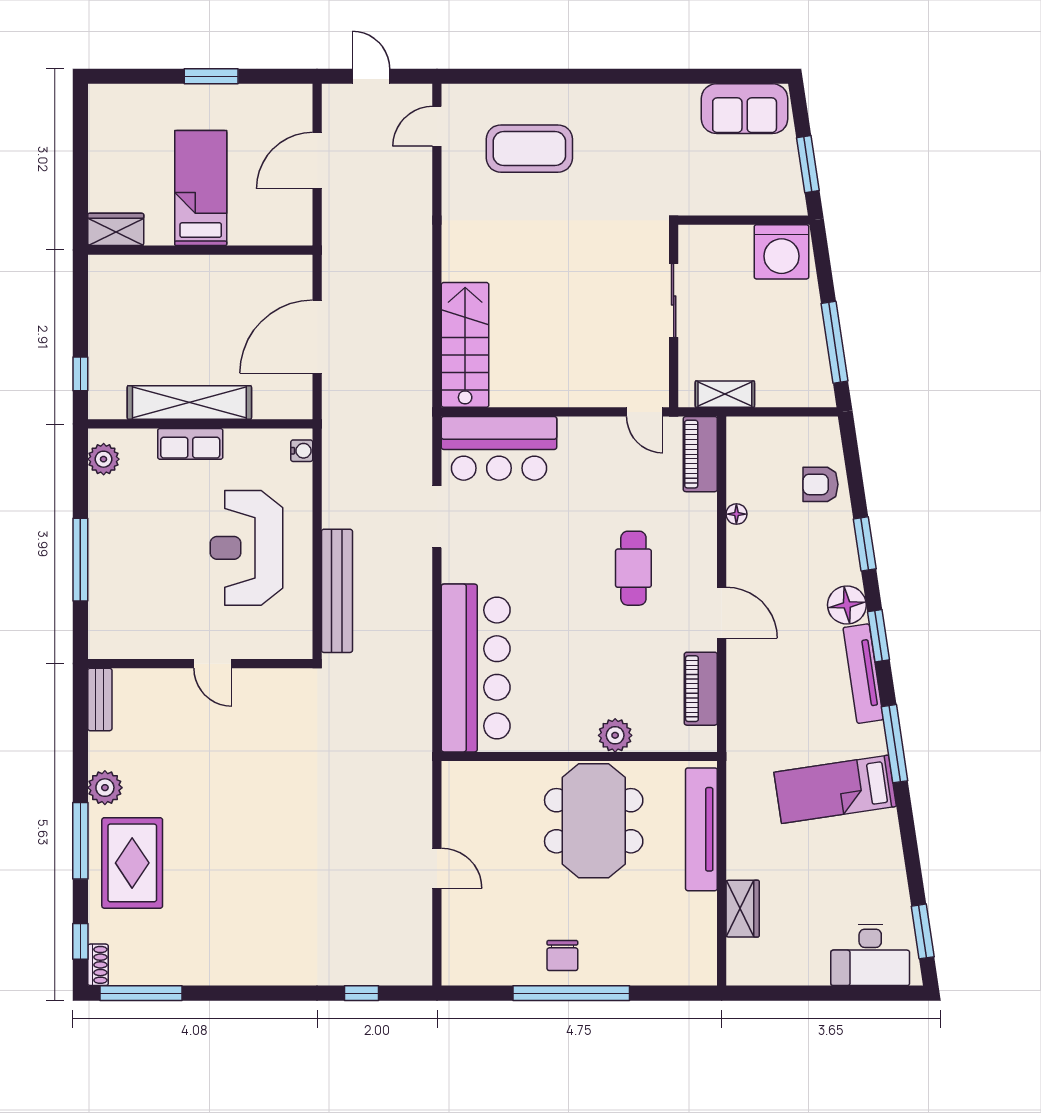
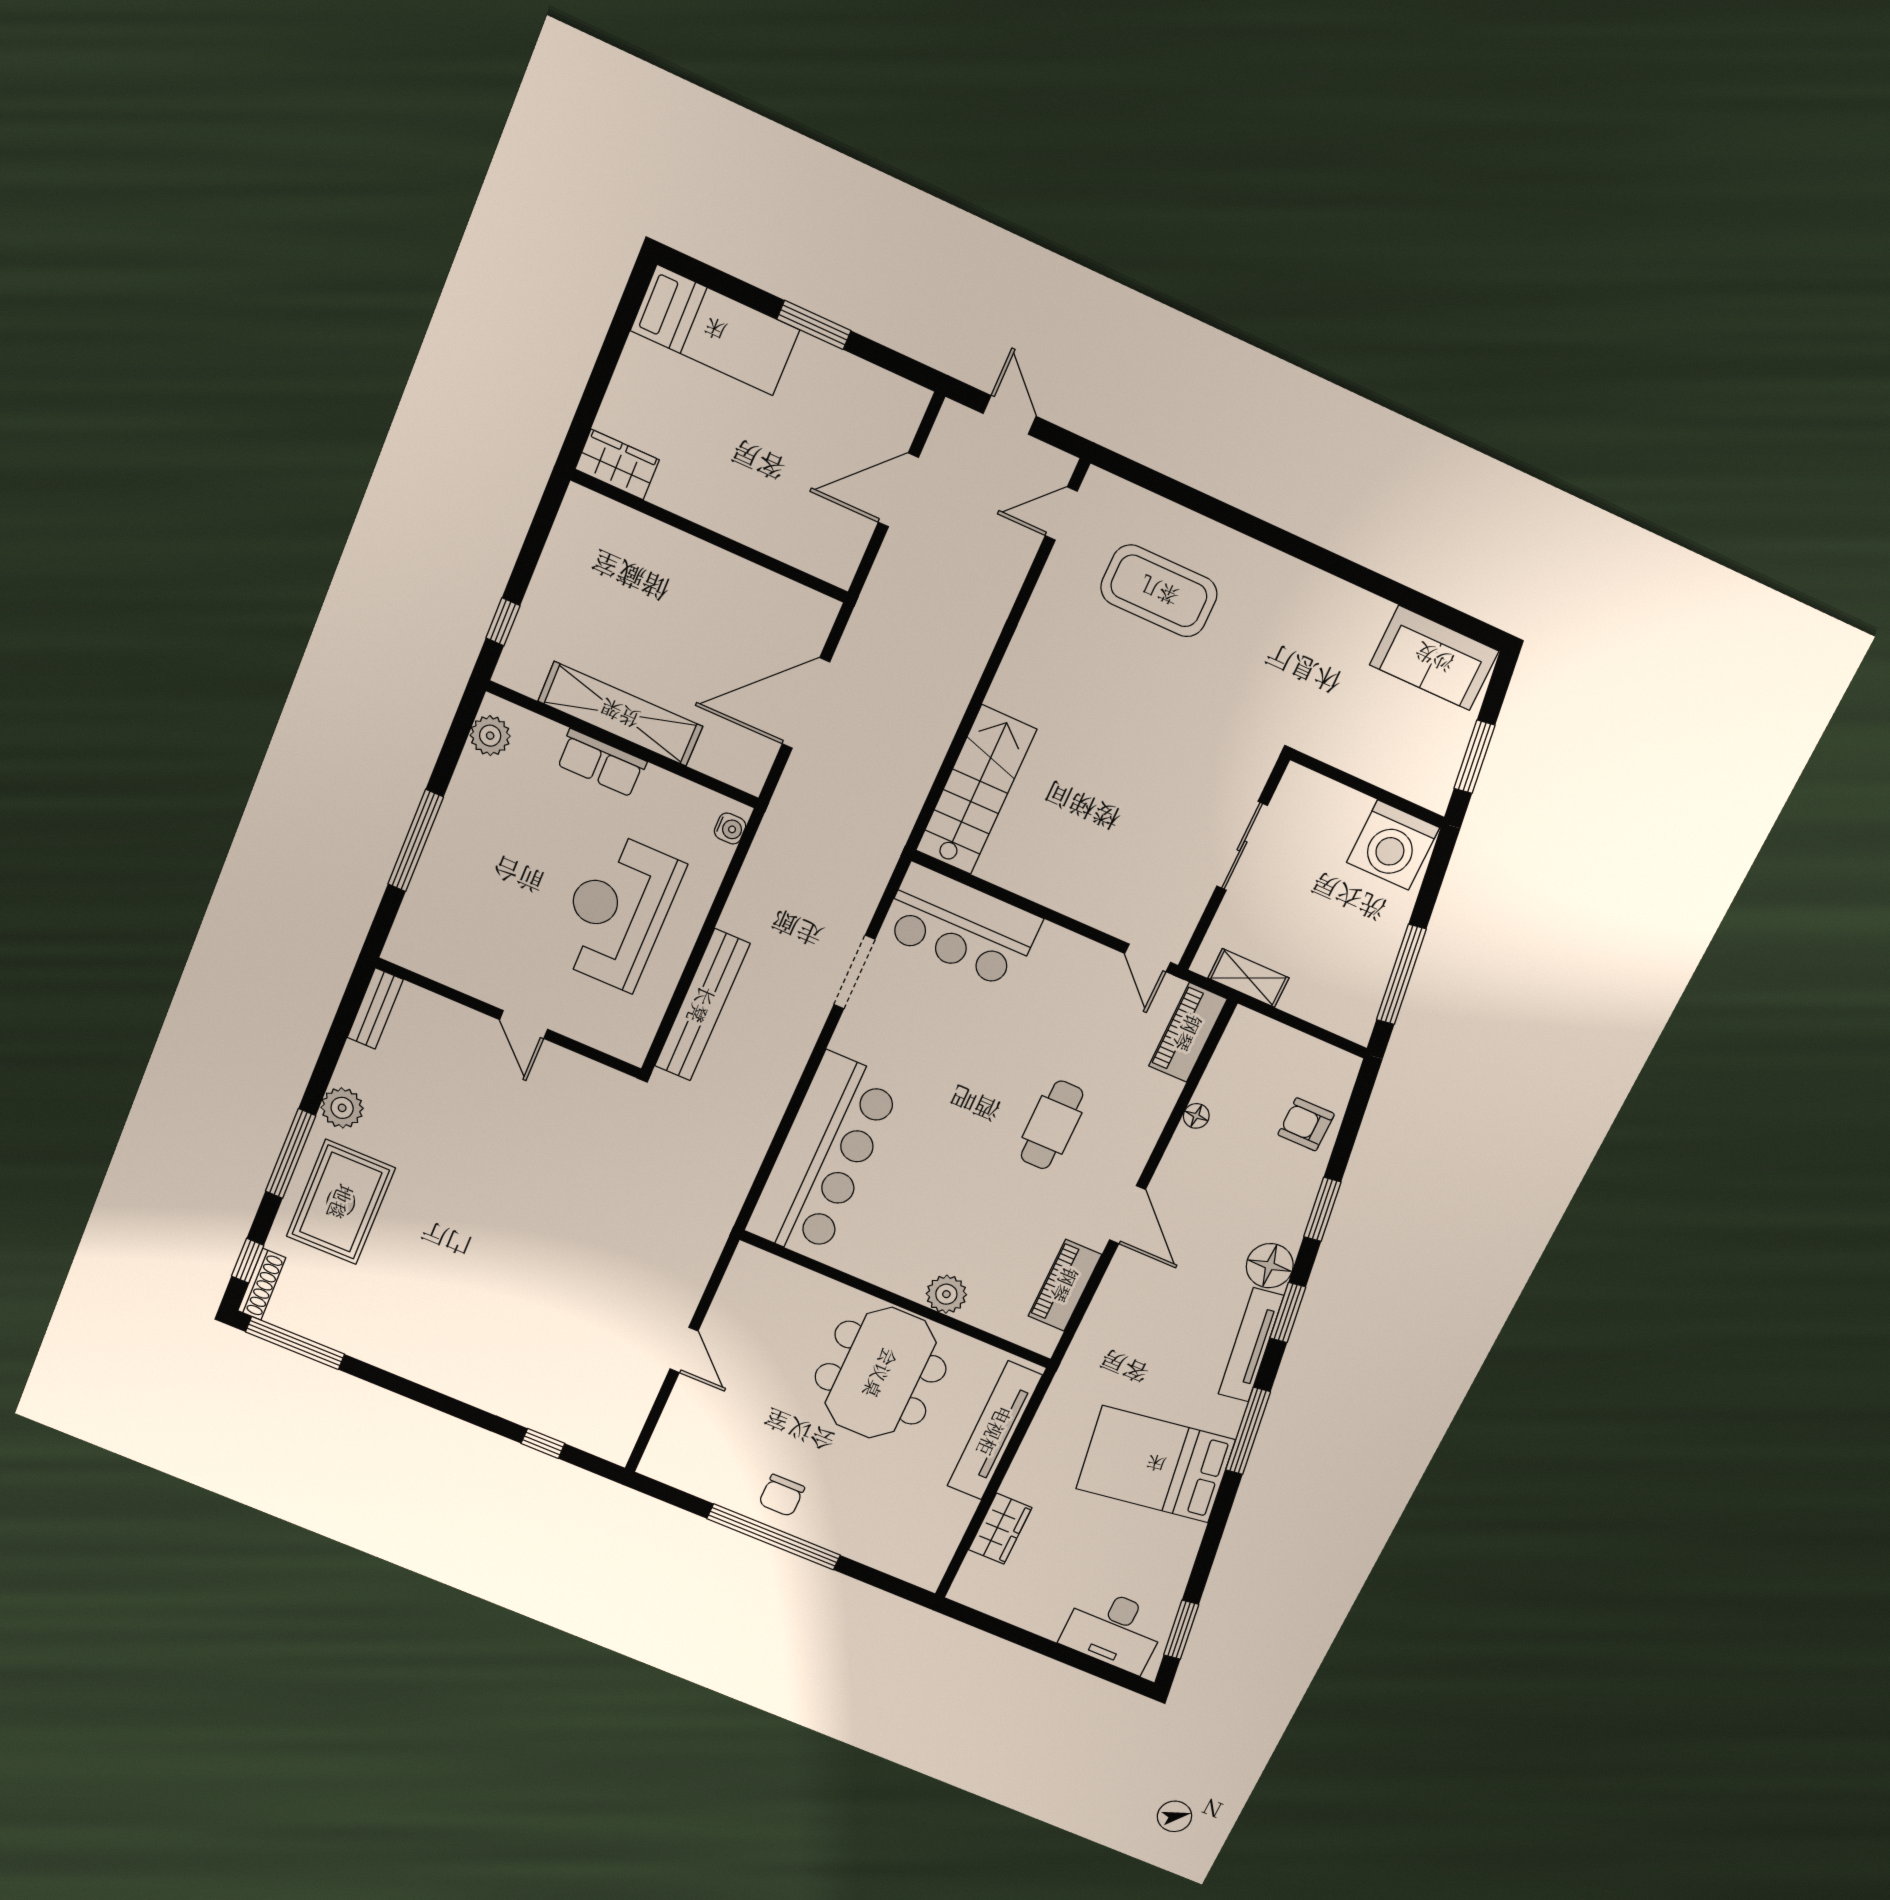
bed: (201, 188) -> (715, 330), moved, turned 90
bed: (835, 789) -> (1156, 1464), width x1.50
shoe rack: (98, 965) -> (262, 1284), width x1.43

